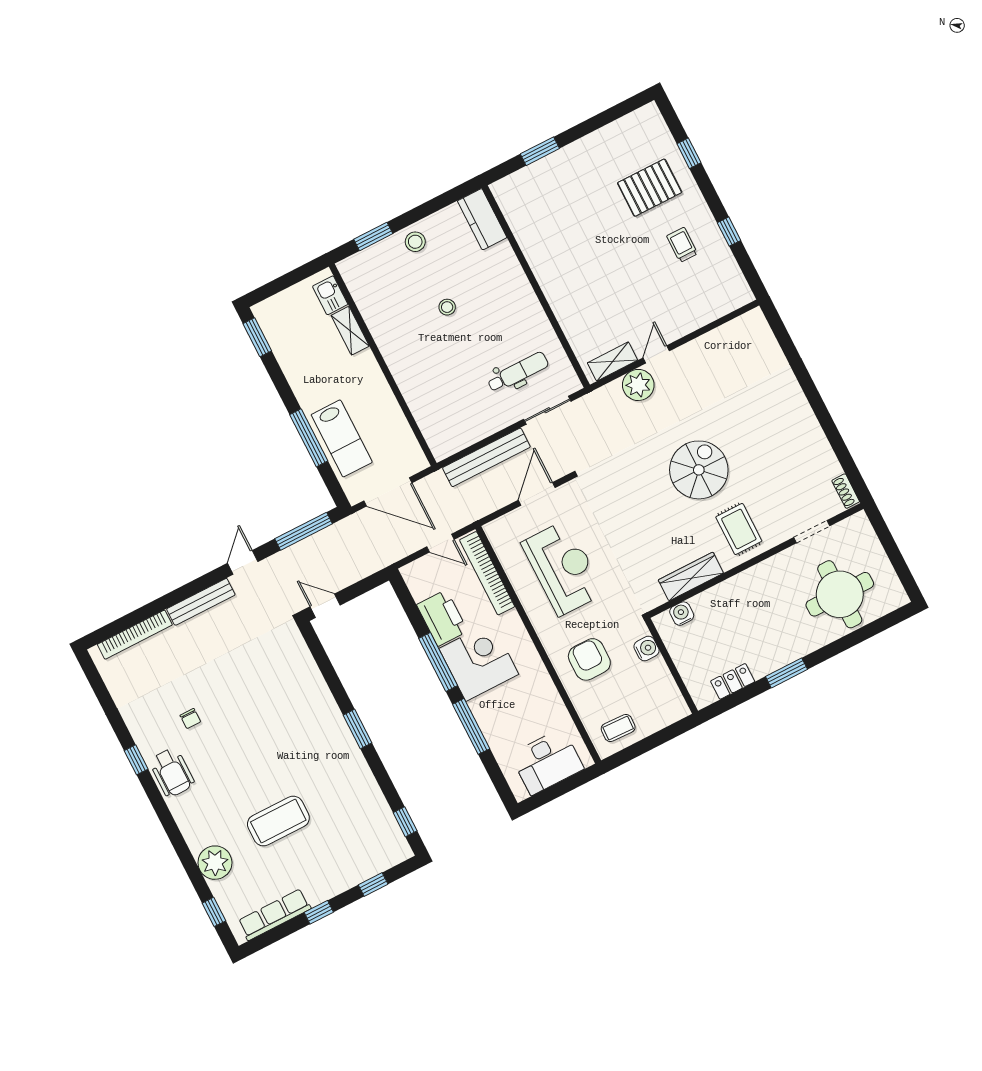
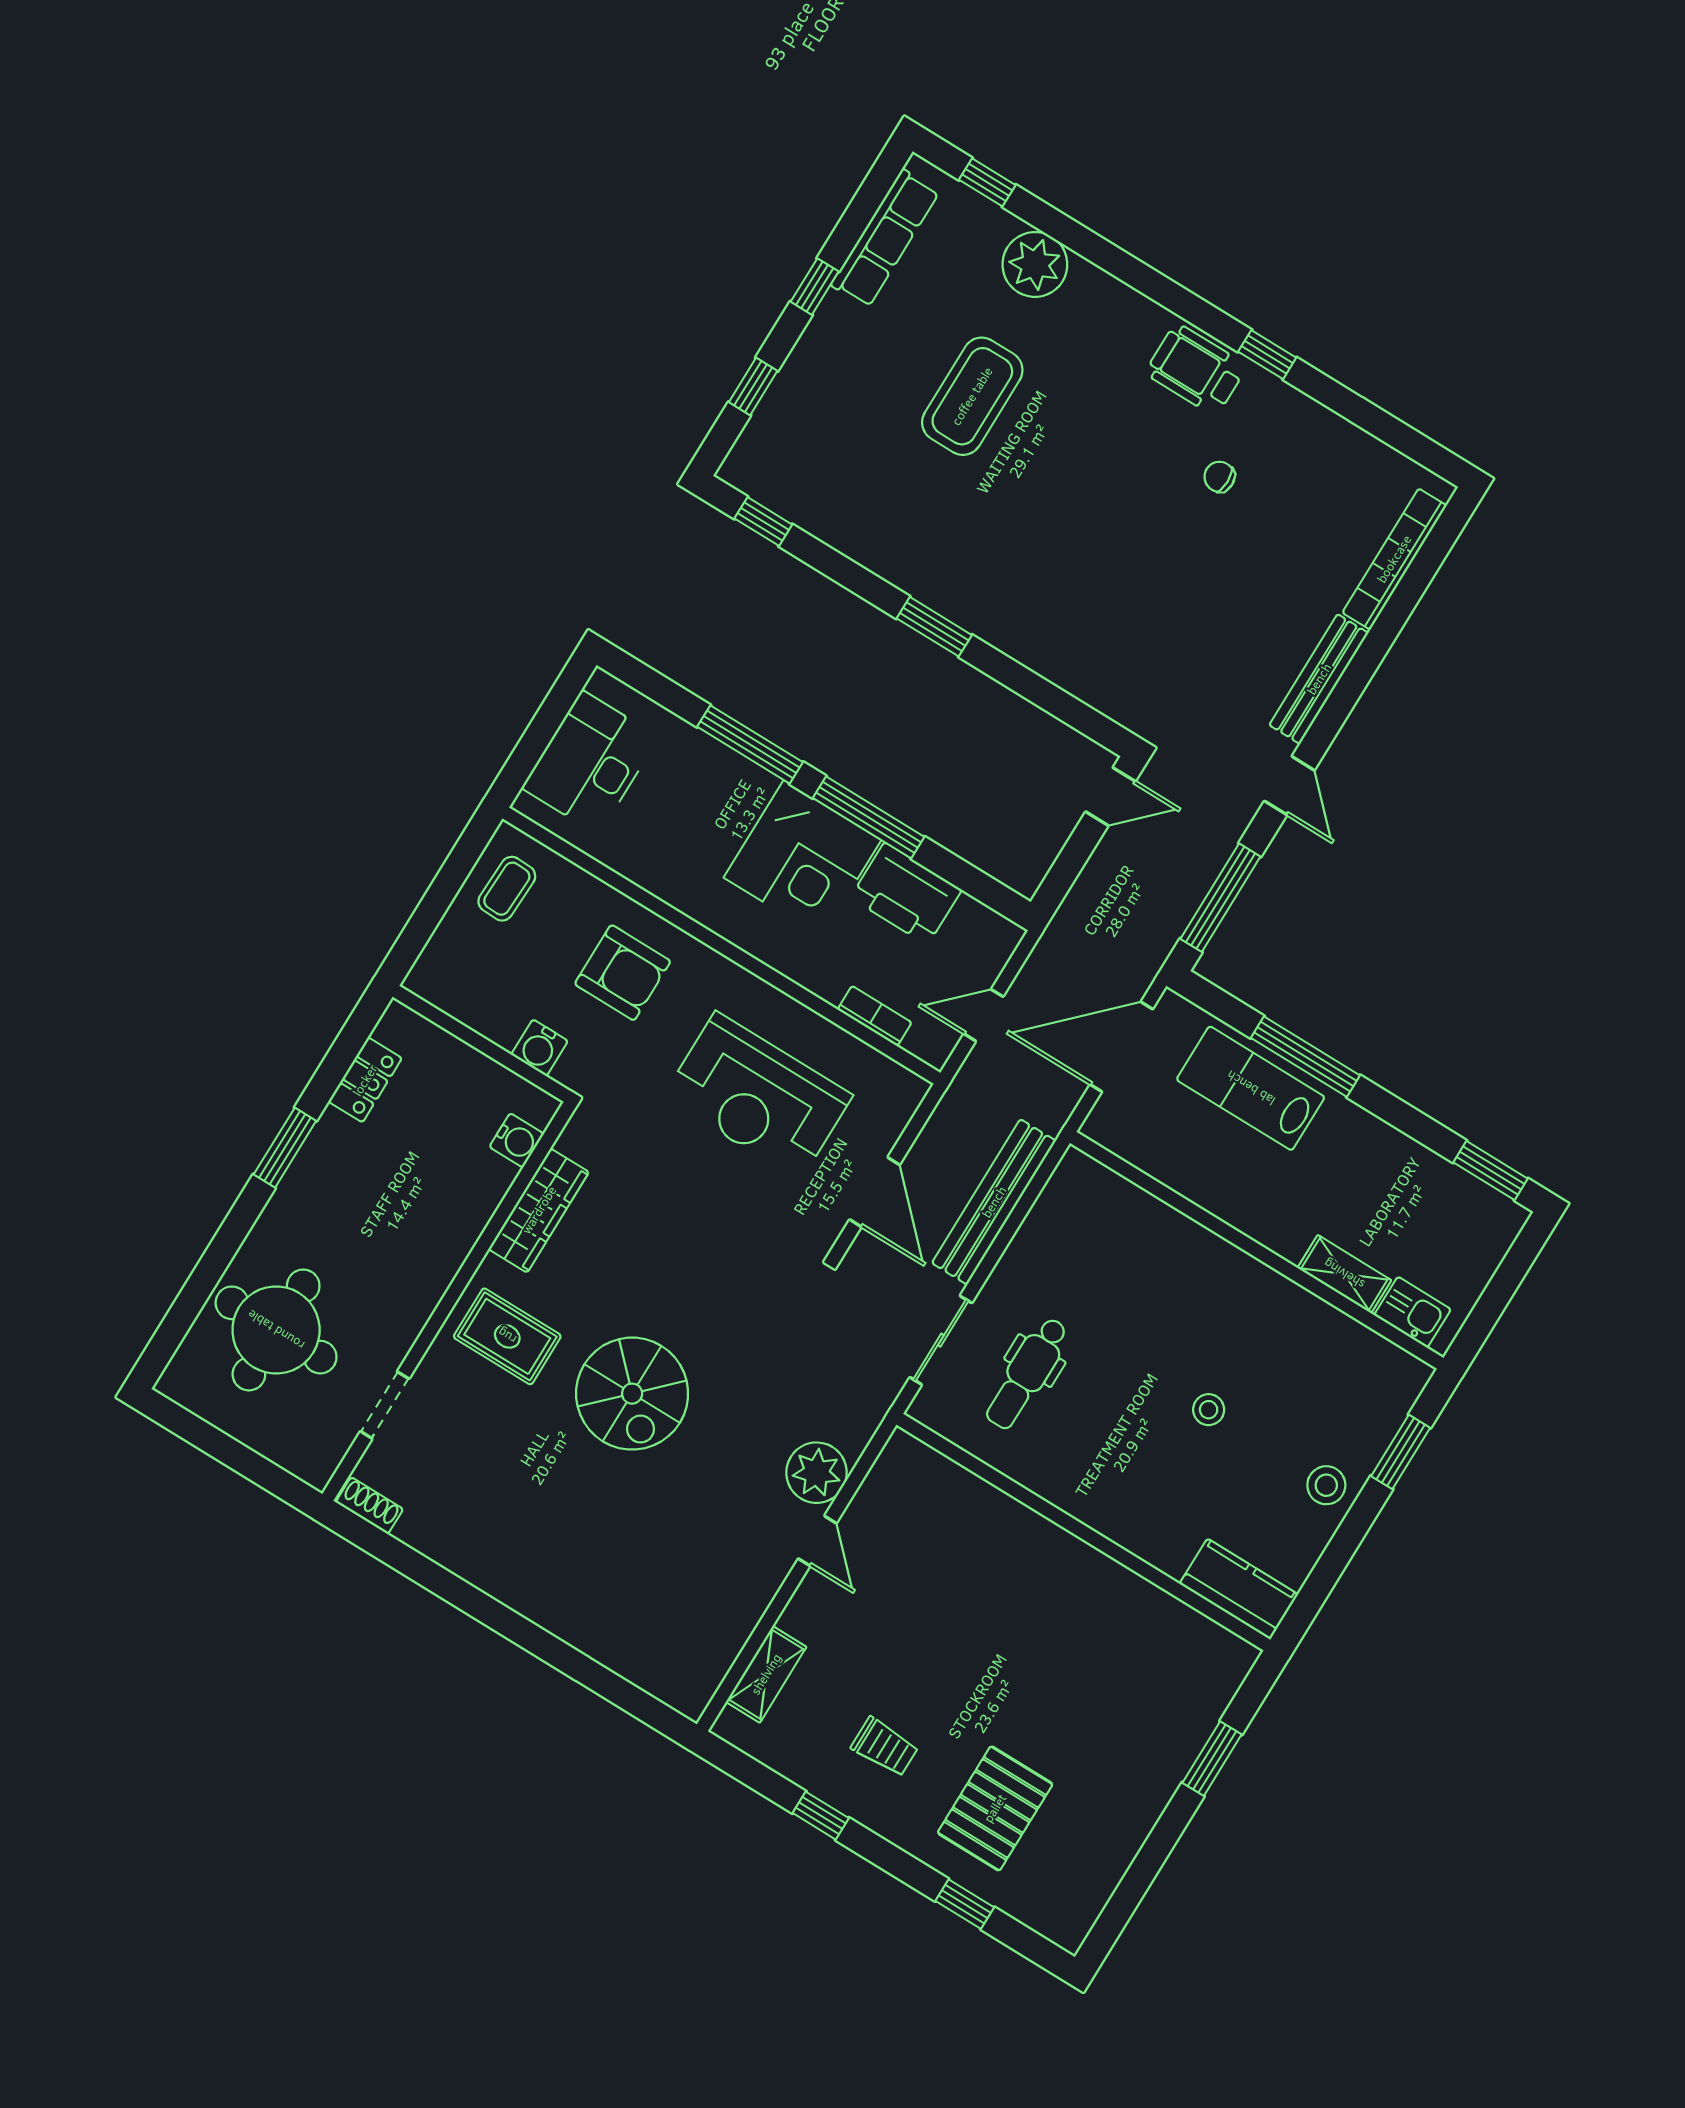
shelving: (612, 361) -> (766, 1674), moved
bookcase: (487, 573) -> (875, 1016), width x0.43, depth x0.76

